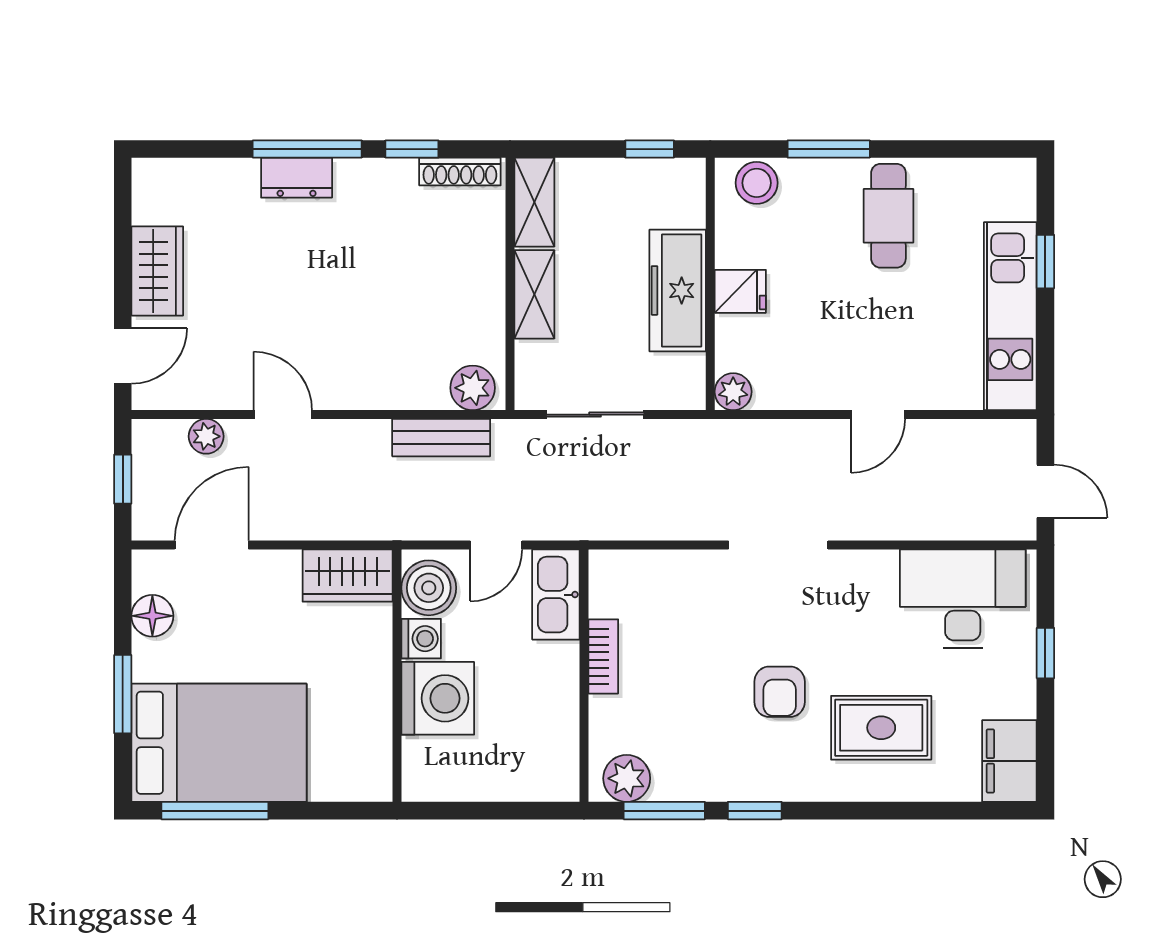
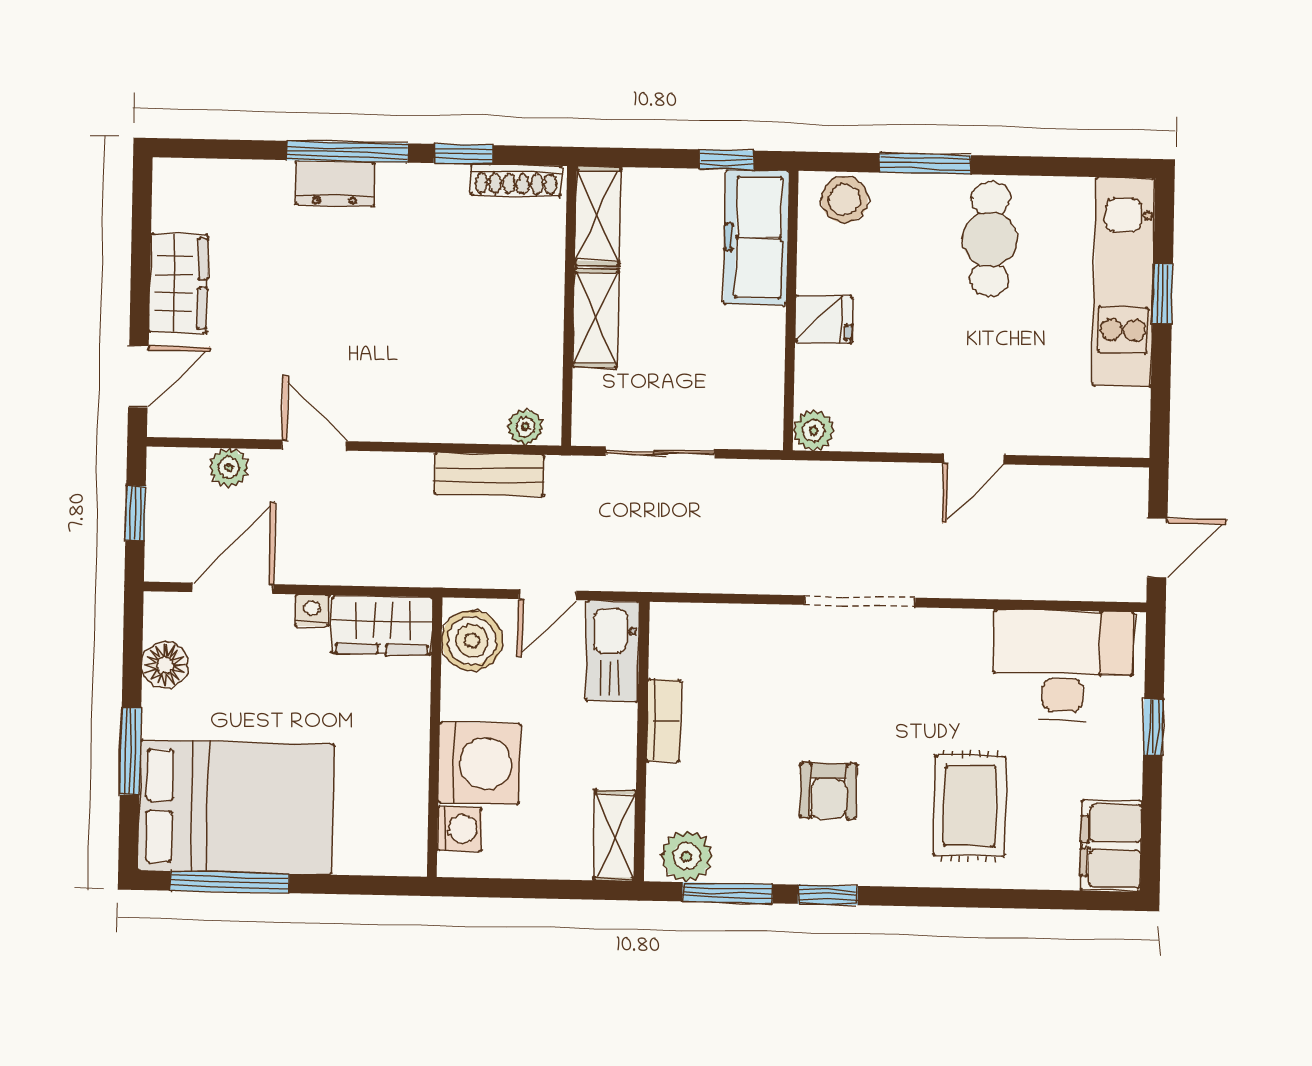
freezer: (678, 290) -> (756, 237), moved
kitchen unit: (1010, 316) -> (1124, 282), moved
plant: (473, 388) -> (525, 427), width x0.73, depth x0.73
door: (1045, 491) -> (1157, 548), hinge flipped
nightstand: (284, 564) -> (312, 610), added
washing machine: (421, 639) -> (459, 829), moved
armchair: (780, 692) -> (829, 791), moved
rug: (881, 728) -> (970, 806), turned 90
shelving: (561, 761) -> (615, 836), added

